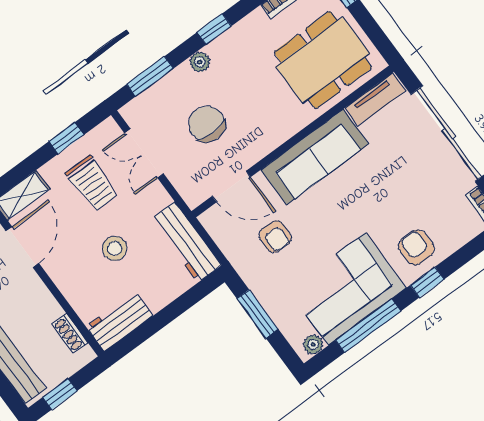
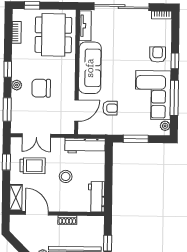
chair: (207, 124) -> (41, 88), moved
armchair: (416, 247) -> (158, 55), turned 90
shoe rack: (70, 333) -> (67, 220), moved

